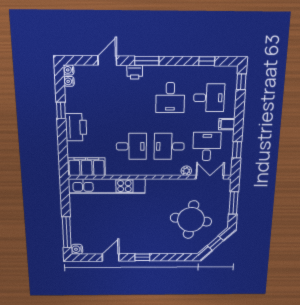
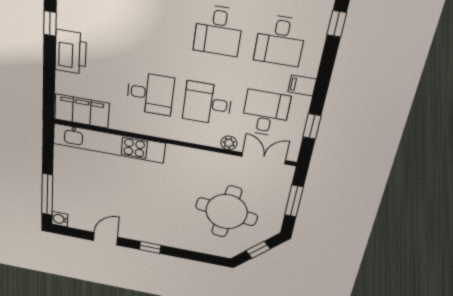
desk: (209, 98) -> (280, 41), turned 90

